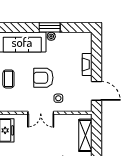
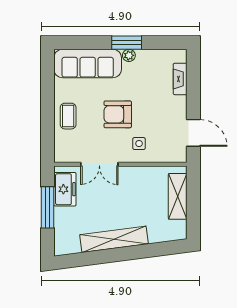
fireplace: (87, 65) -> (180, 79), moved
double door: (41, 113) -> (99, 164), moved

